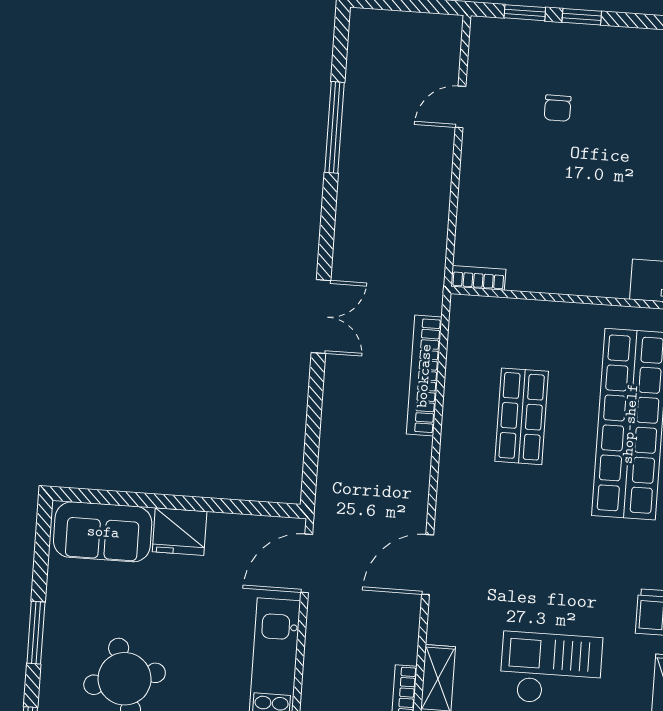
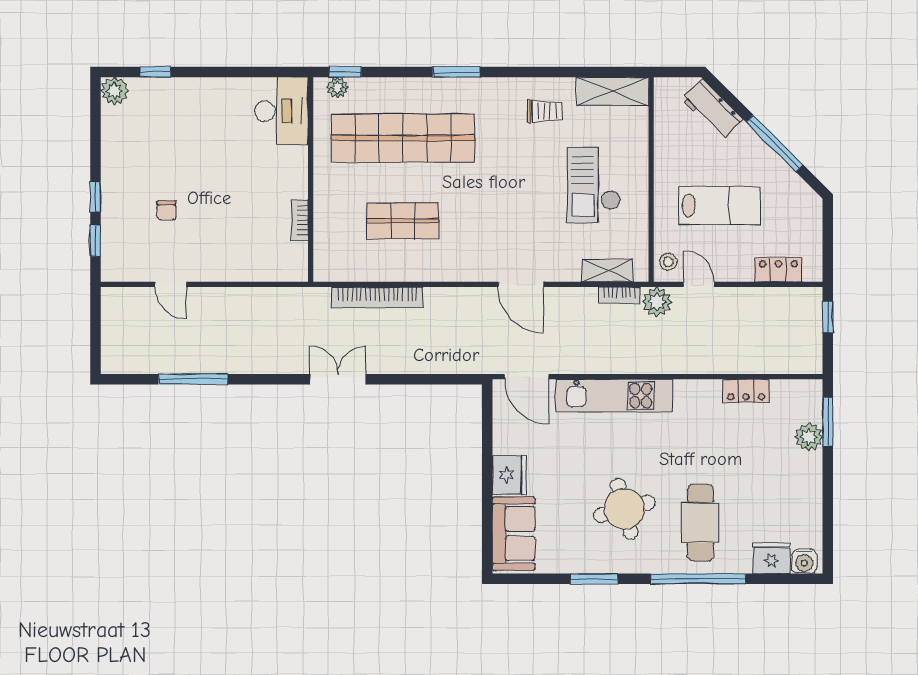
chair: (558, 108) -> (166, 210), turned 90
bookcase: (478, 278) -> (300, 220), moved

